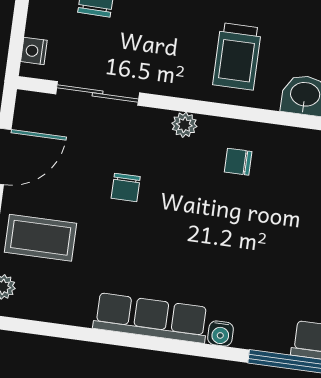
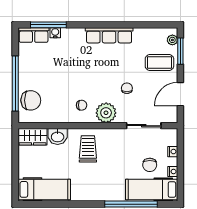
nightstand: (34, 51) -> (173, 152), moved
plant: (184, 125) -> (106, 113), width x1.88, depth x1.88
water cooler: (221, 334) -> (55, 33), moved

